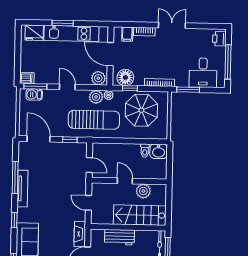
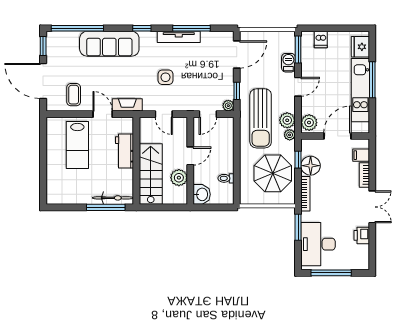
window: (63, 23) -> (372, 80), width x1.44
printer: (219, 39) -> (362, 235), moved, turned -90
desk: (203, 73) -> (318, 244), width x1.37
floor lamp: (125, 77) -> (311, 166), moved
dishwasher: (27, 78) -> (321, 39), moved
barbecue: (34, 95) -> (288, 63), moved
plant: (82, 147) -> (228, 106), added
washbasin: (159, 151) -> (202, 194), moved, turned 180
side table: (57, 201) -> (166, 77), added
door: (88, 203) -> (164, 114), swing flipped

